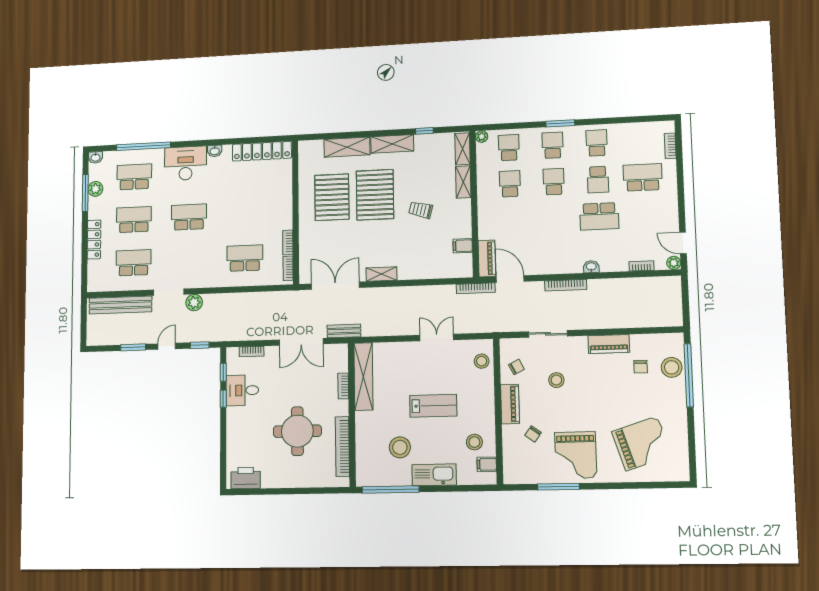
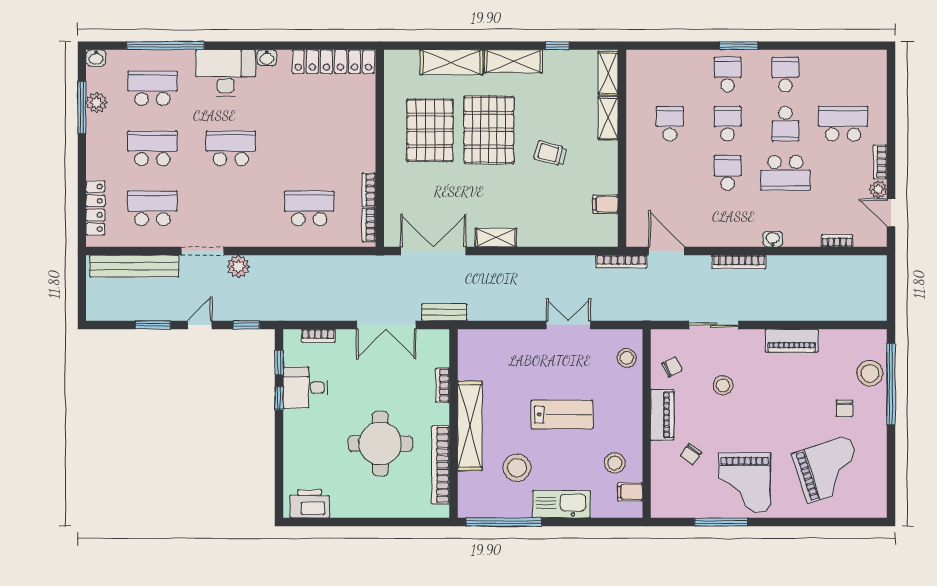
plant: (482, 137) -> (634, 58), removed
bookcase: (670, 146) -> (880, 162), moved
school desk: (509, 148) -> (728, 173), moved
locker: (94, 239) -> (95, 208), moved
piano: (487, 258) -> (637, 223), removed
plant: (674, 263) -> (878, 189), moved
chair: (641, 367) -> (844, 408), moved
shelving: (363, 377) -> (470, 426), moved

